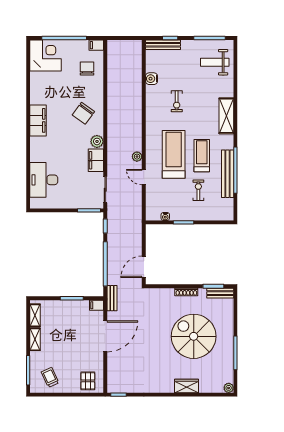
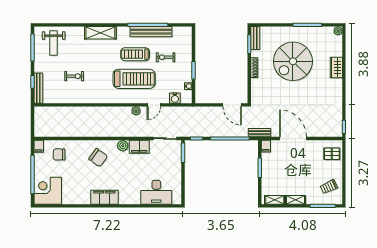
water cooler: (151, 79) -> (175, 98), moved
exercise bike: (177, 101) -> (74, 76), moved
treadmill: (174, 154) -> (134, 79), turned 180

